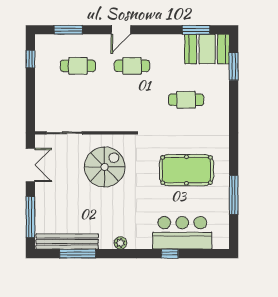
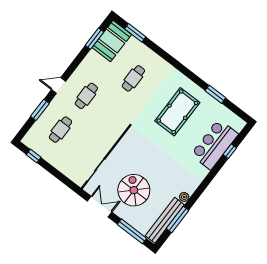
window: (68, 30) -> (40, 110), moved
door: (121, 30) -> (59, 86), swing flipped
spiral stairs: (105, 167) -> (134, 190), moved
window: (234, 195) -> (215, 94), width x0.69
plant: (120, 243) -> (184, 197), moved
window: (170, 254) -> (230, 151), moved

